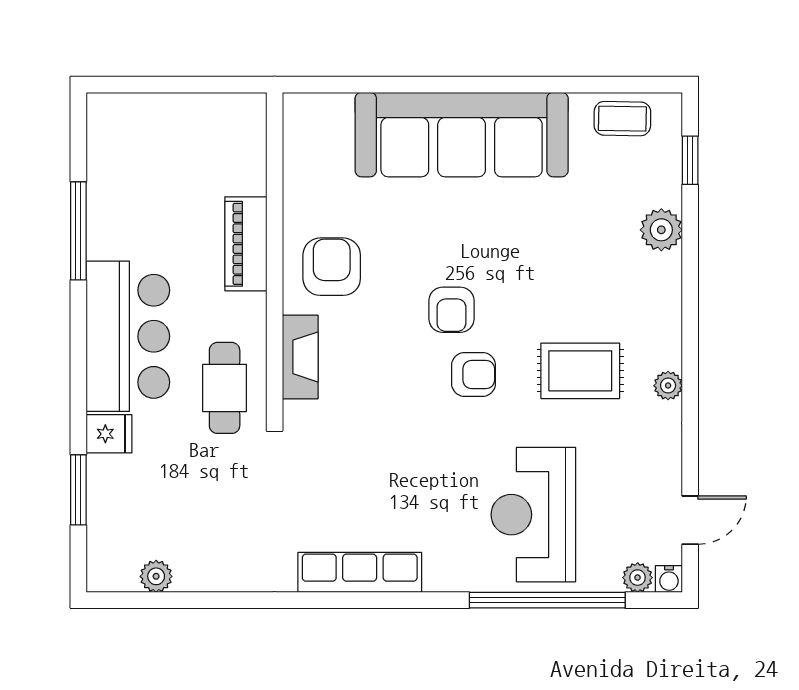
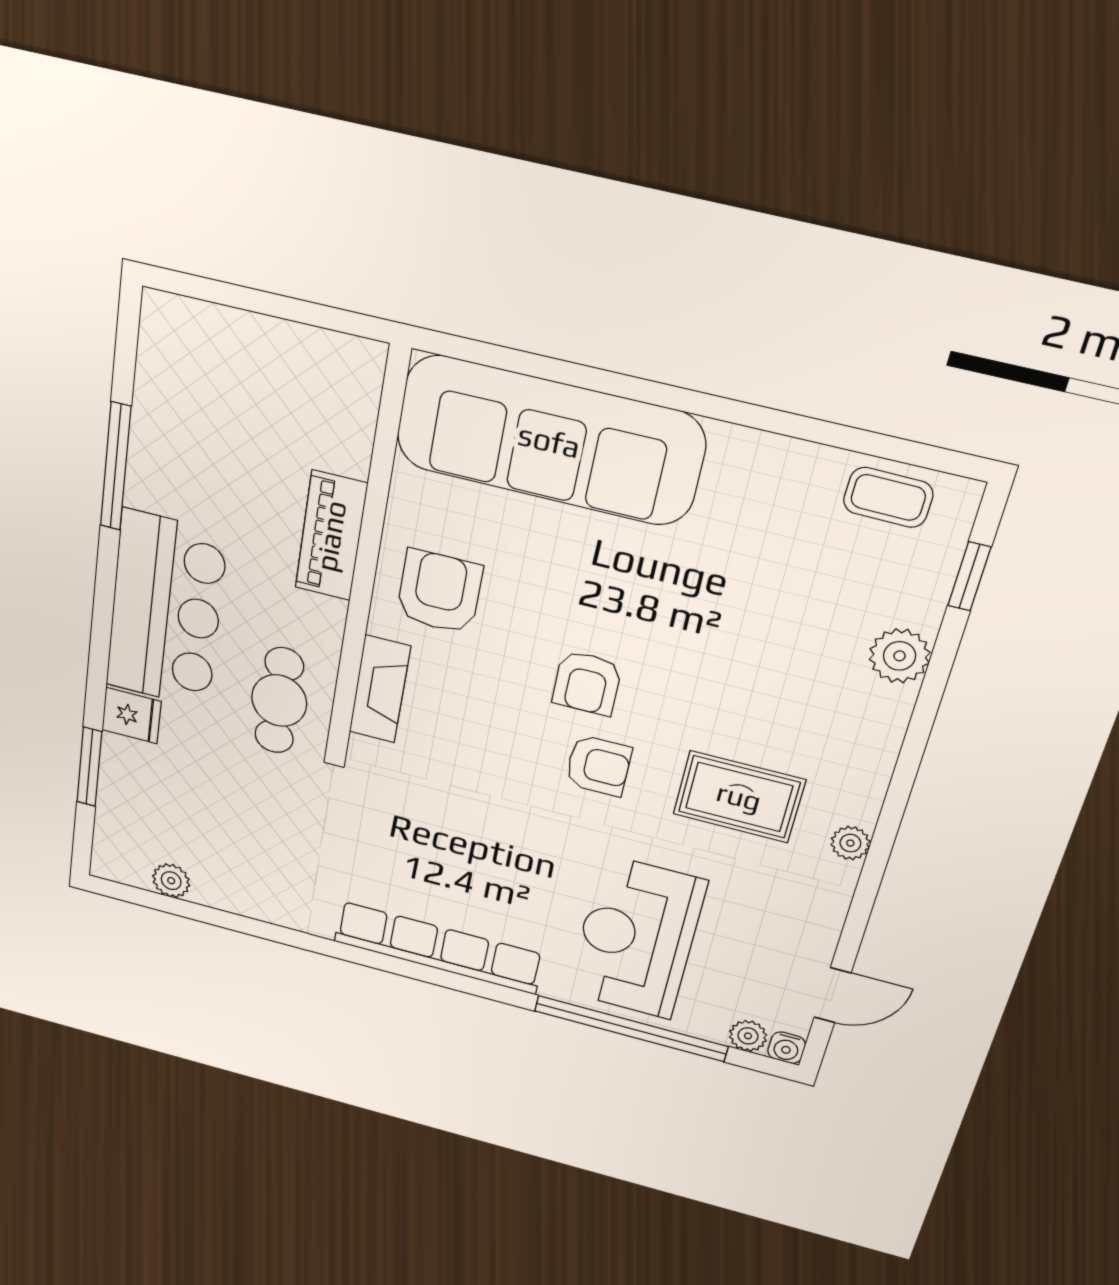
sofa: (462, 135) -> (549, 441), moved
row of seats: (360, 572) -> (438, 948), width x1.36

